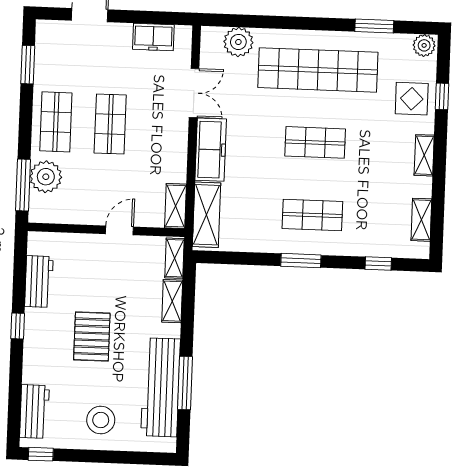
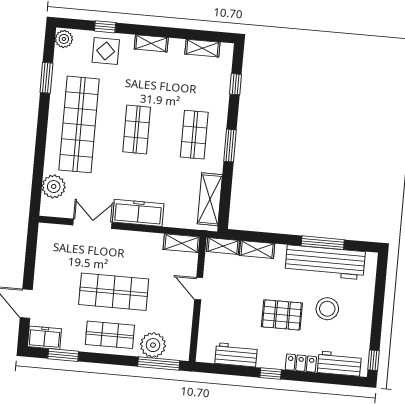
freezer: (153, 37) -> (44, 338), moved, turned -90
shop shelf: (110, 124) -> (114, 292), width x1.43, depth x1.36
shelving: (207, 215) -> (210, 199), moved, turned 90
locker: (33, 363) -> (301, 363), added
stool: (101, 420) -> (327, 309), moved

